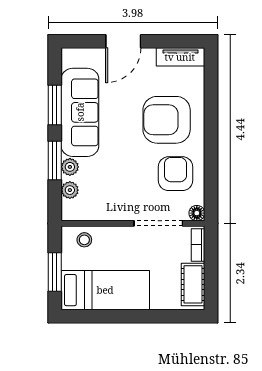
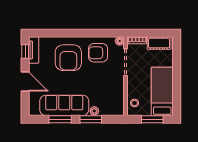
window: (178, 41) -> (25, 51), added
plant: (70, 190) -> (107, 111), removed

